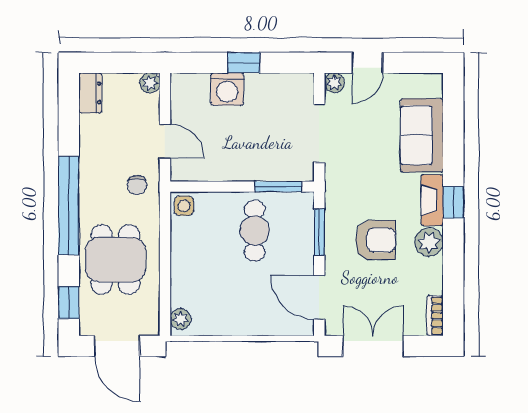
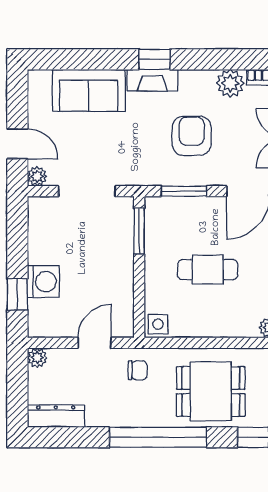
window: (244, 63) -> (17, 294), moved
dresser: (90, 93) -> (56, 416), width x1.44
cafe table: (255, 231) -> (208, 270), moved
plant: (429, 242) -> (230, 83), moved

